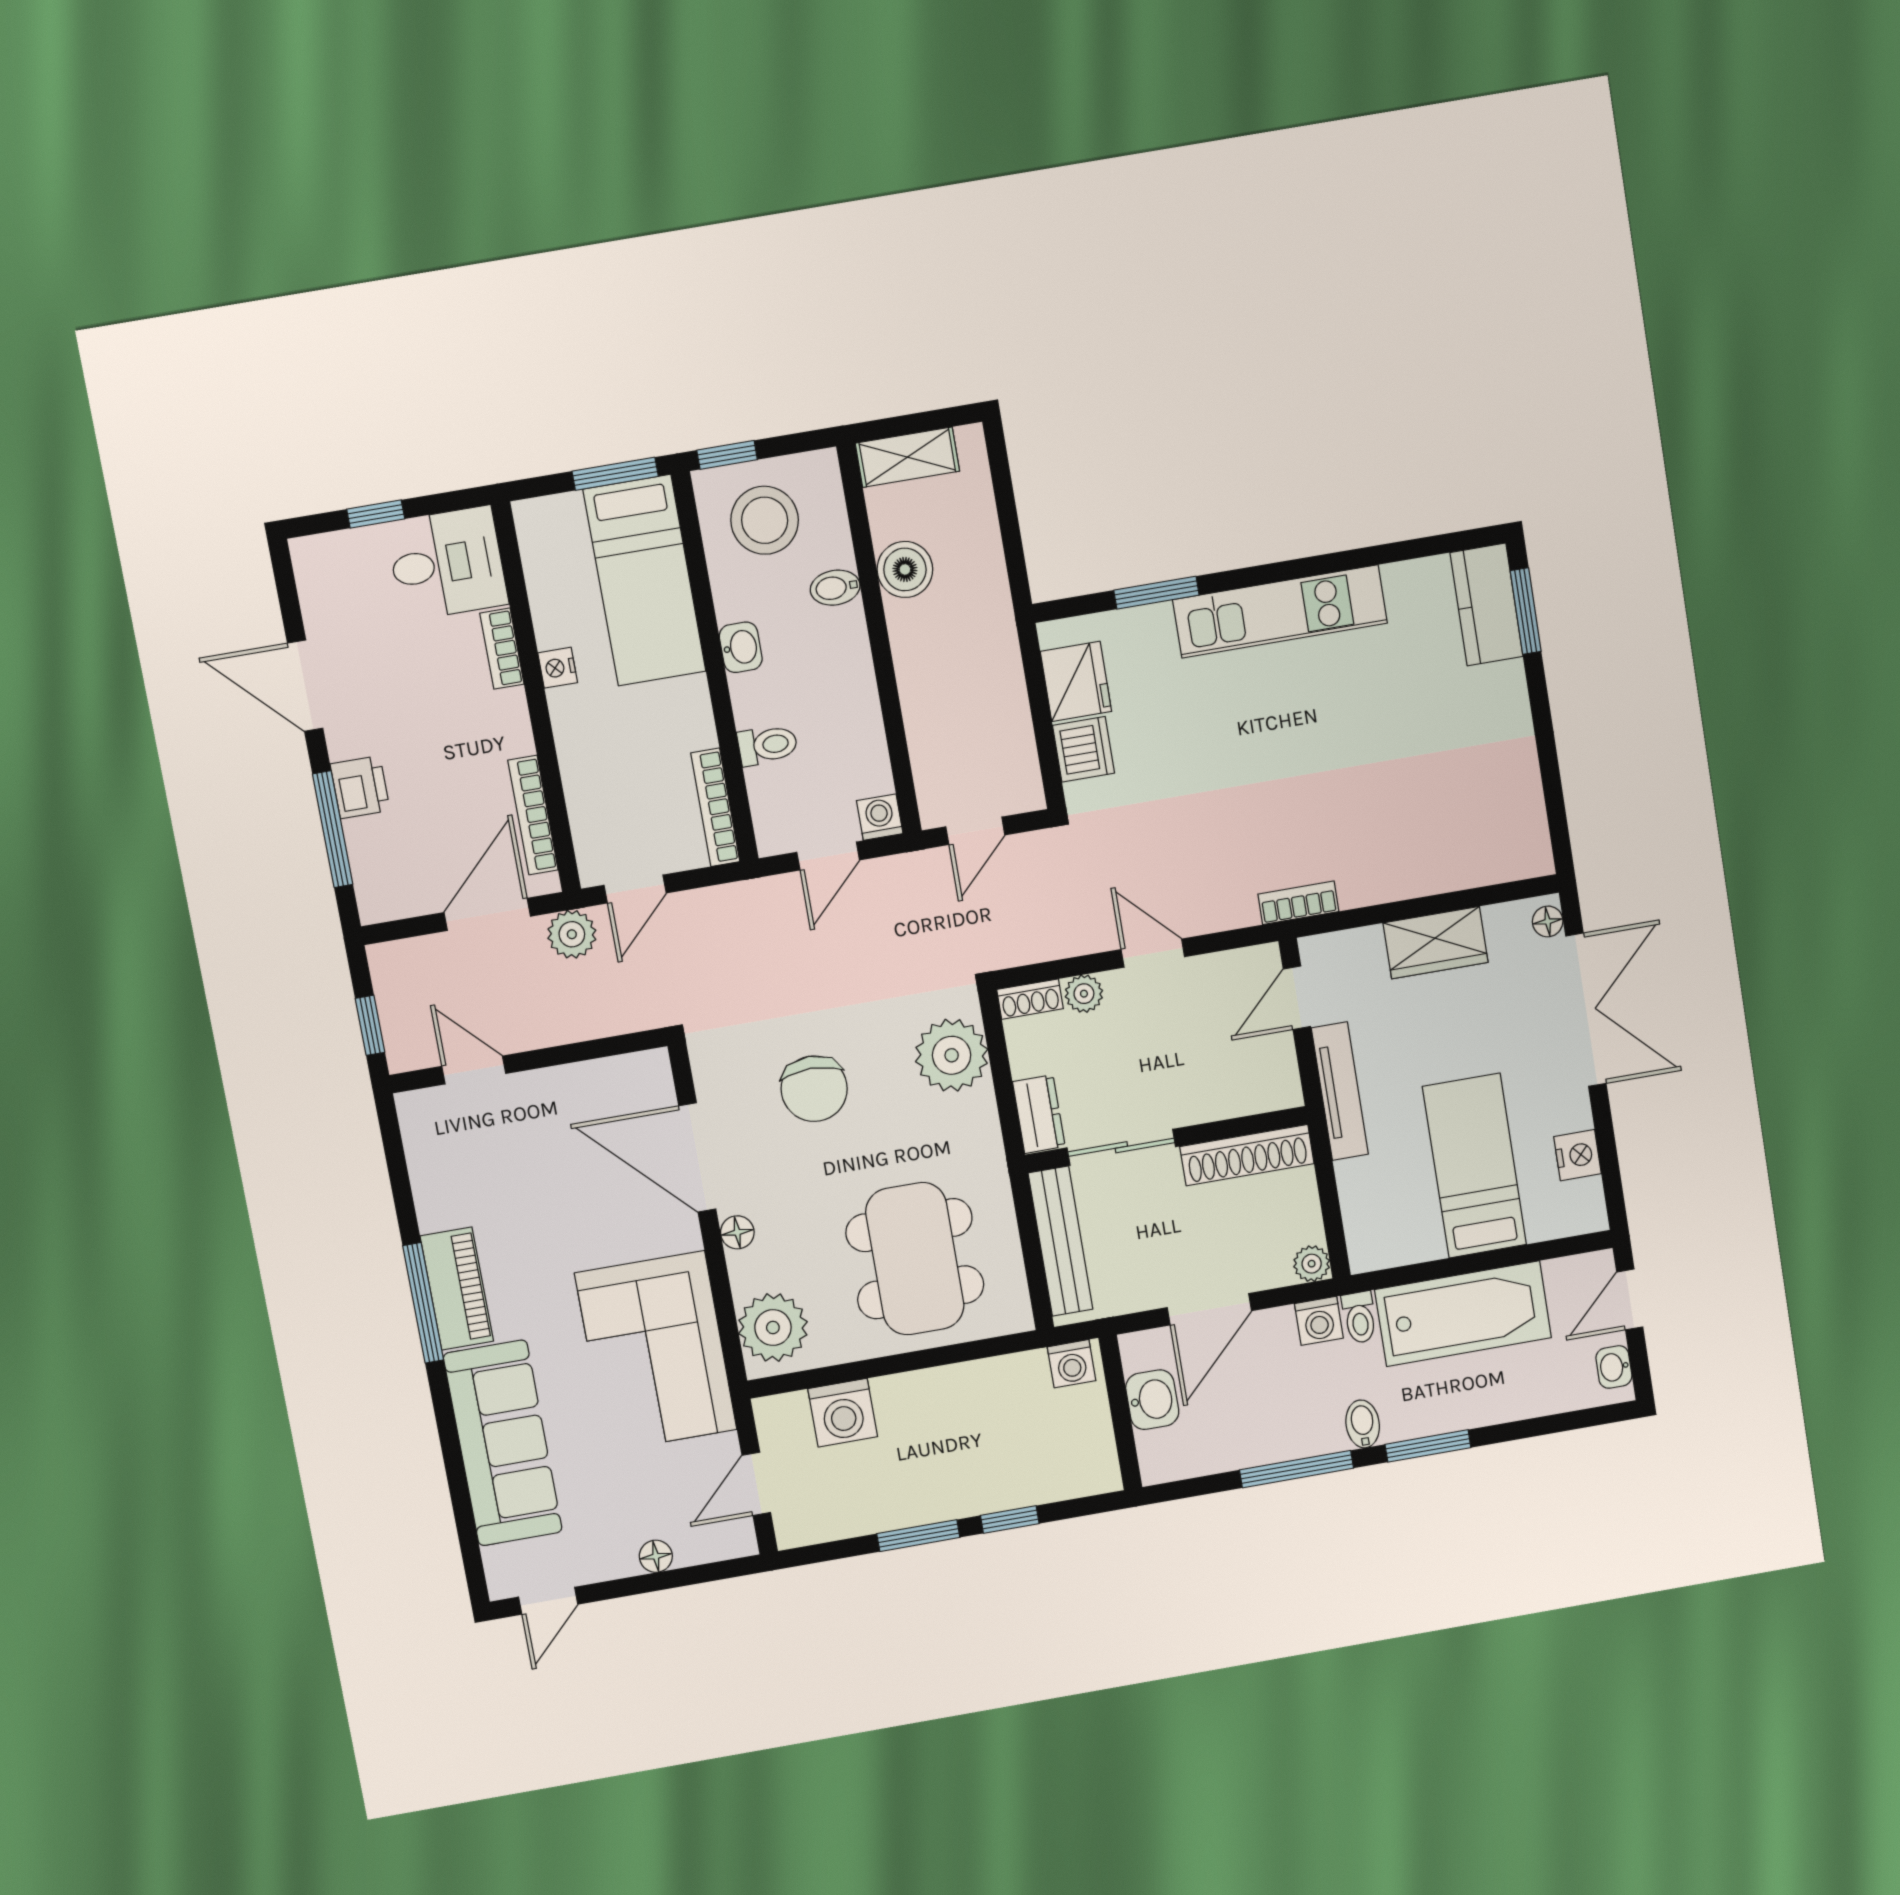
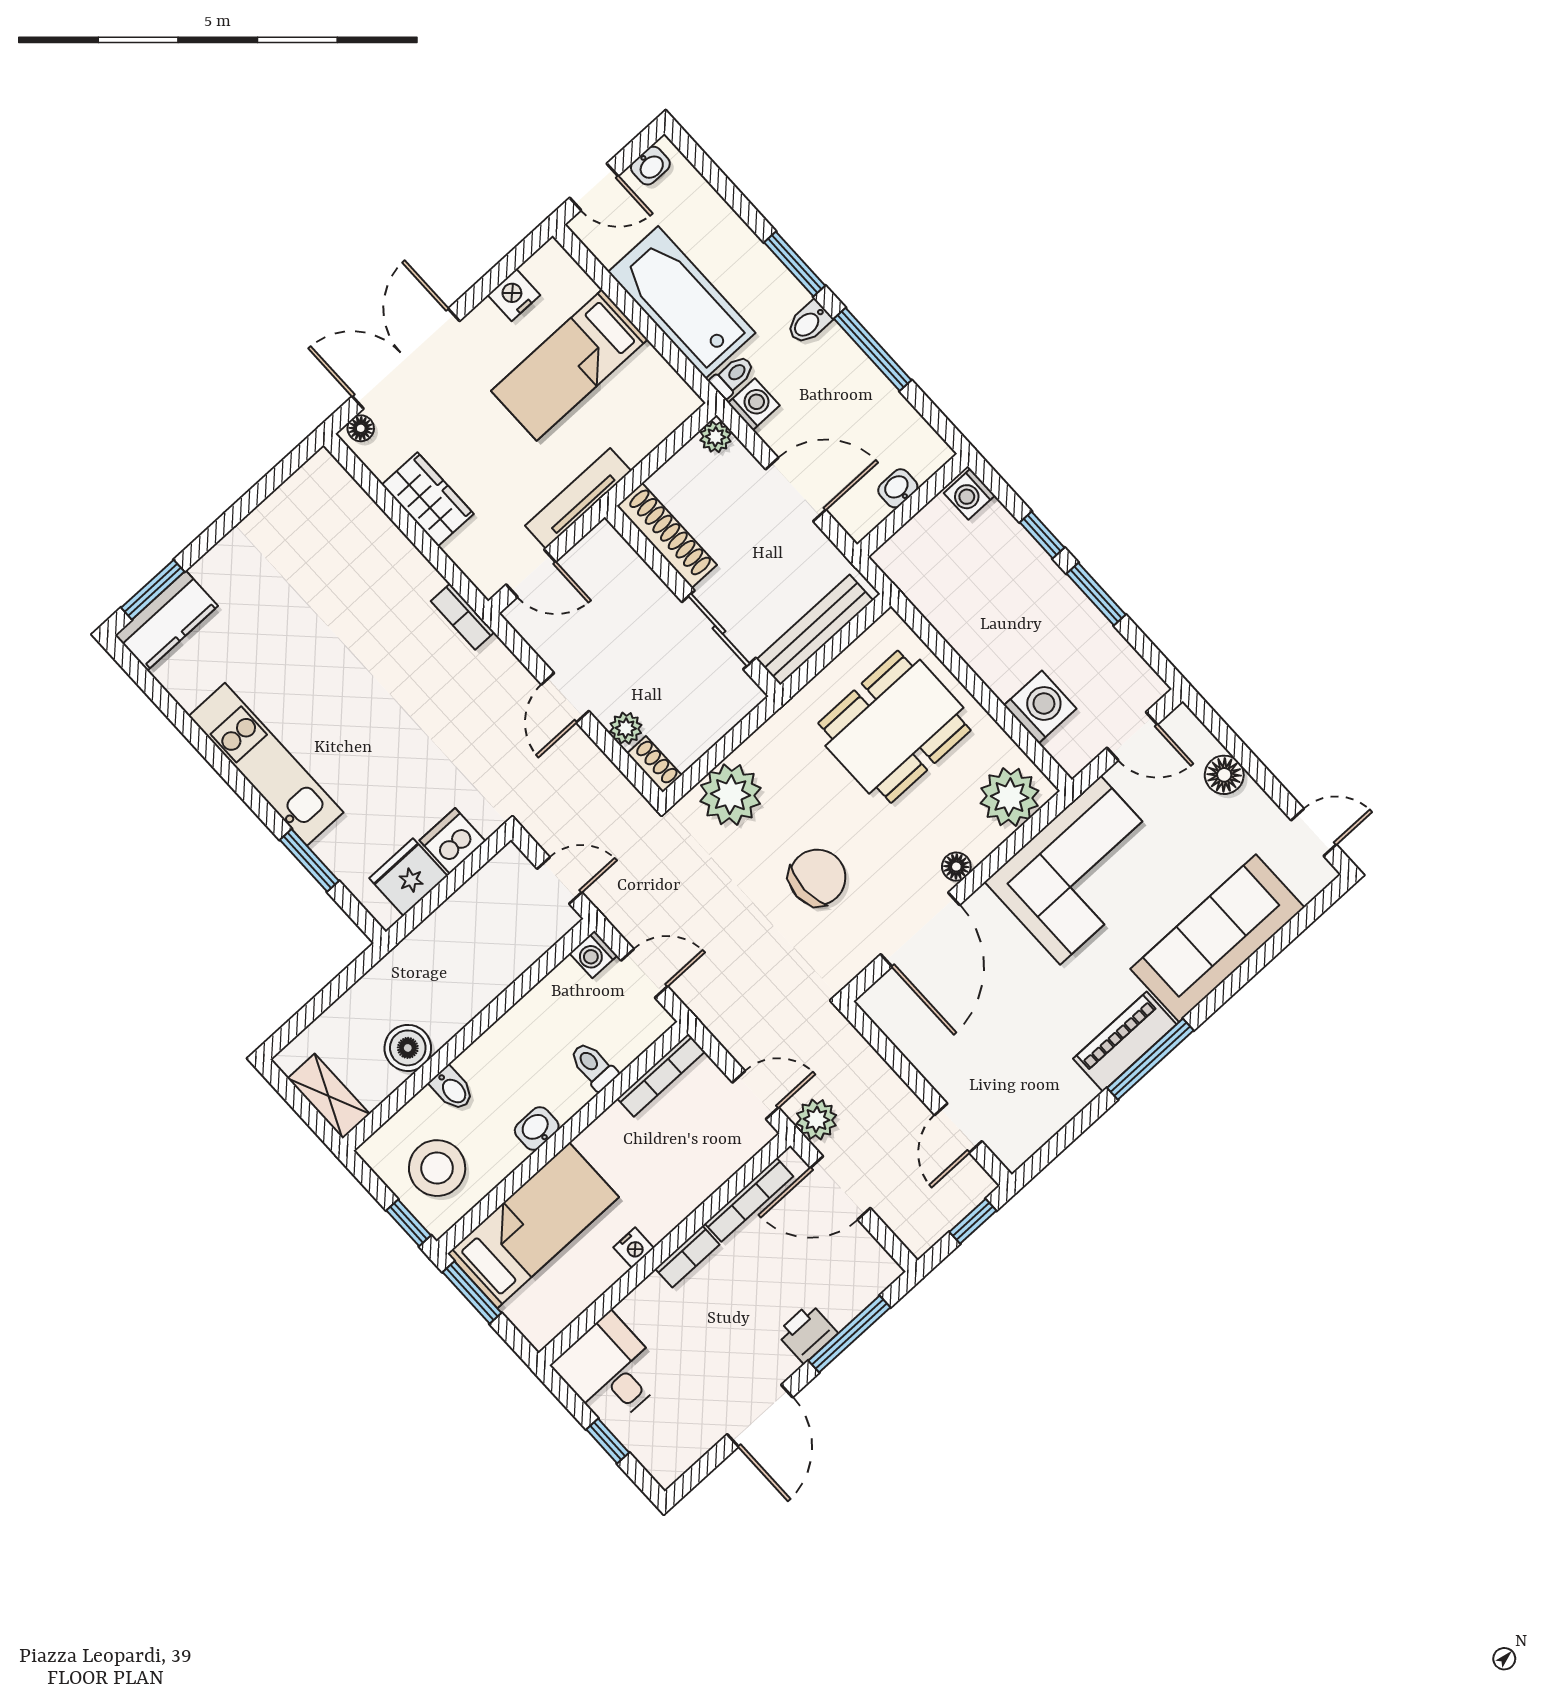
bookcase: (502, 649) -> (687, 1257), moved
dresser: (1039, 1114) -> (733, 705), removed
washing machine: (1072, 1364) -> (969, 494), moved, turned 180
washbasin: (1152, 1400) -> (898, 488), width x0.72, depth x0.69
floor lamp: (656, 1556) -> (1224, 775), width x1.37, depth x1.37

